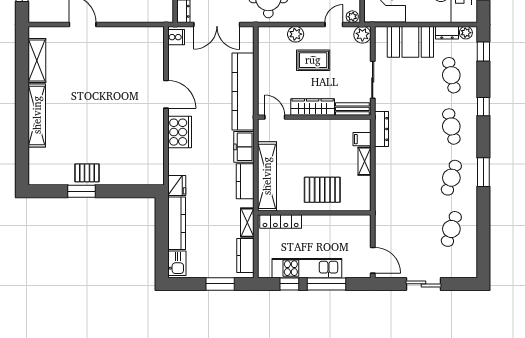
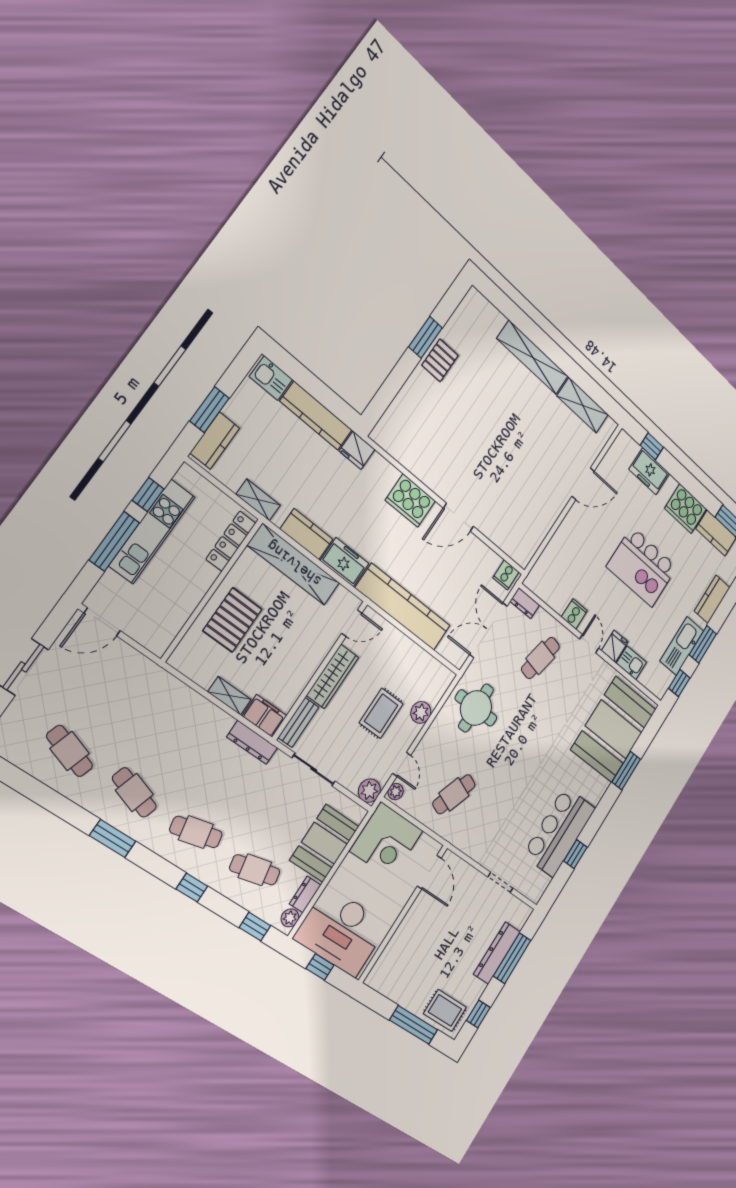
filing cabinet: (362, 139) -> (264, 716), width x2.00
kitchen counter: (245, 256) -> (215, 441), moved, turned 90

